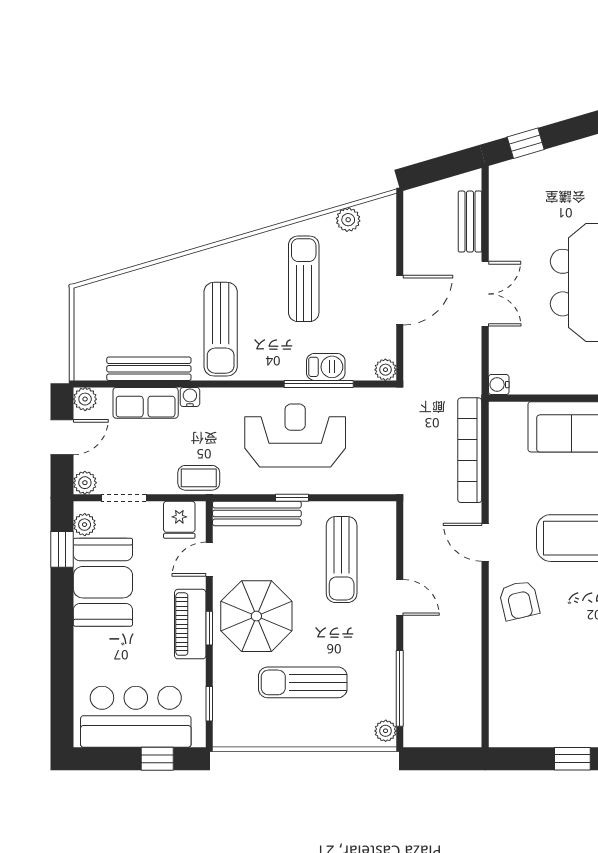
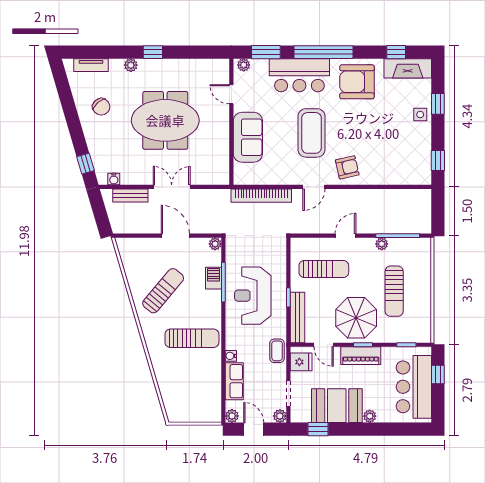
plant: (348, 220) -> (129, 265), removed
sun lounger: (304, 279) -> (163, 291), turned 130
bench: (149, 369) -> (215, 379), removed
water cooler: (499, 385) -> (114, 179), moved
plant: (85, 525) -> (370, 416), moved
plant: (386, 731) -> (382, 244), moved
window: (572, 759) -> (438, 161), moved

